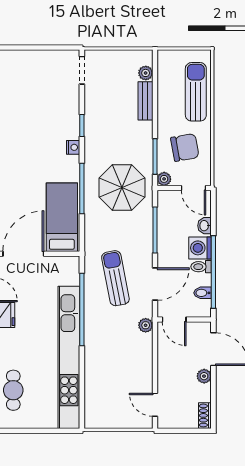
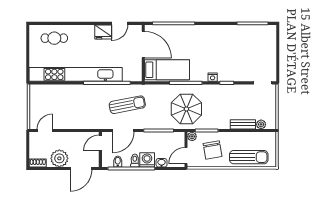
door: (155, 284) -> (123, 130), hinge flipped
plant: (146, 325) -> (97, 124), removed
plant: (204, 376) -> (59, 158), width x1.88, depth x1.88

